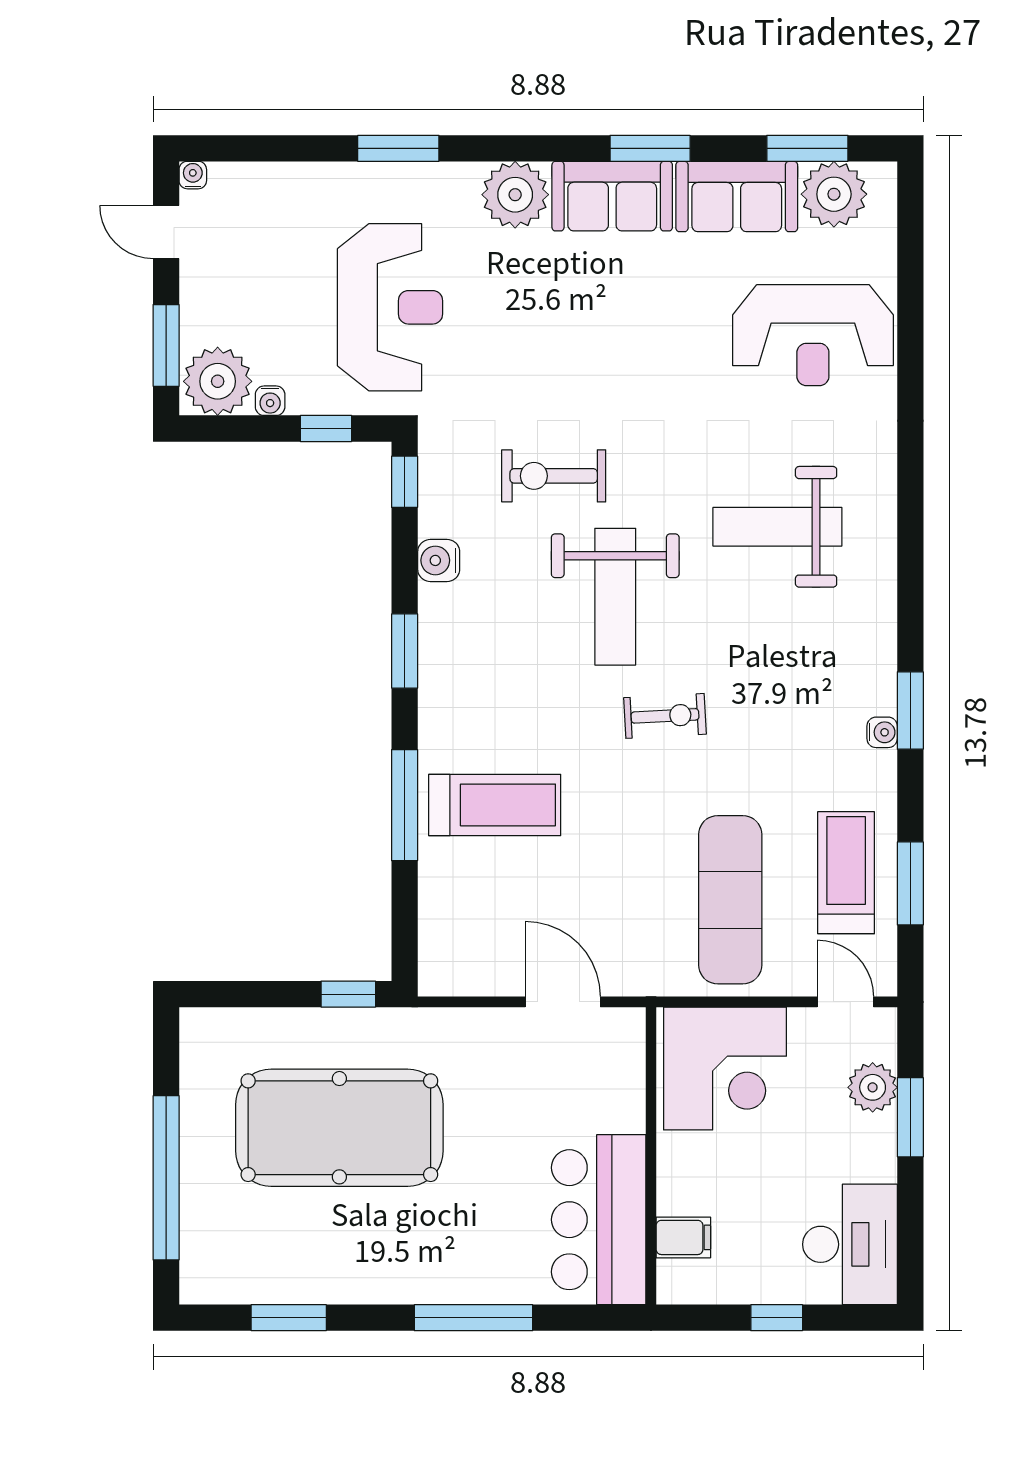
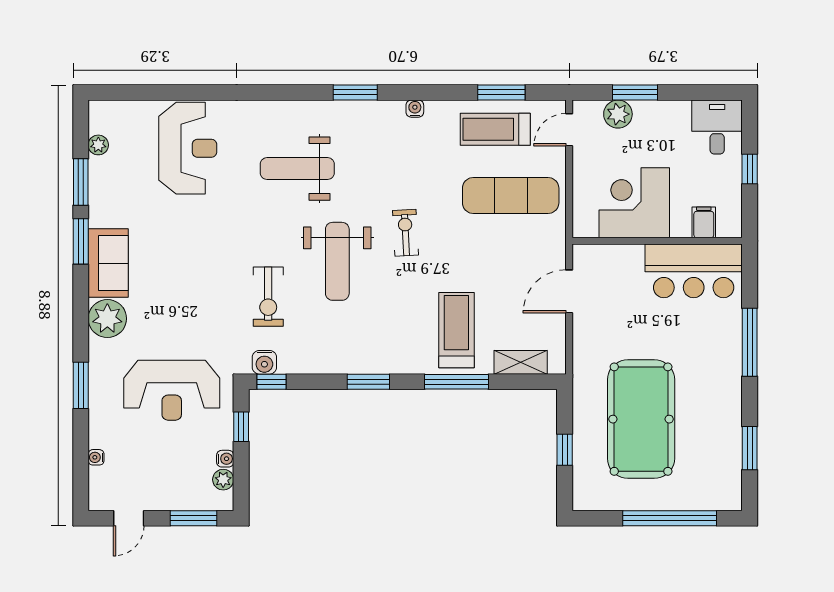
window: (807, 148) -> (81, 182), moved
water cooler: (193, 175) -> (96, 457), moved
plant: (834, 194) -> (98, 145), width x0.53, depth x0.53
sofa: (737, 197) -> (108, 192), removed
reception desk: (390, 307) -> (172, 390), turned 180
plant: (218, 381) -> (223, 480), width x0.53, depth x0.53
weight bench: (777, 527) -> (297, 169), turned 90
water cooler: (439, 560) -> (264, 362), moved
weight bench: (615, 597) -> (337, 261), turned 90
window: (910, 710) -> (355, 92), moved
shelving: (438, 917) -> (521, 362), added
window: (348, 994) -> (565, 450), moved
corner desk: (725, 1069) -> (634, 203), moved, turned -90
desk: (850, 1244) -> (717, 127), width x0.73

